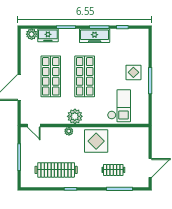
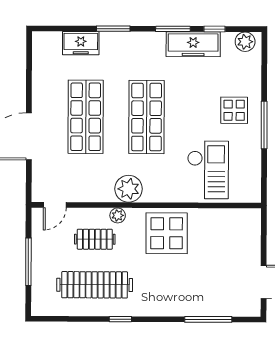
plant: (32, 34) -> (245, 42), moved
freezer: (95, 36) -> (193, 44), moved
door: (34, 125) -> (55, 205), hinge flipped
clothes rail: (113, 170) -> (95, 239), moved

